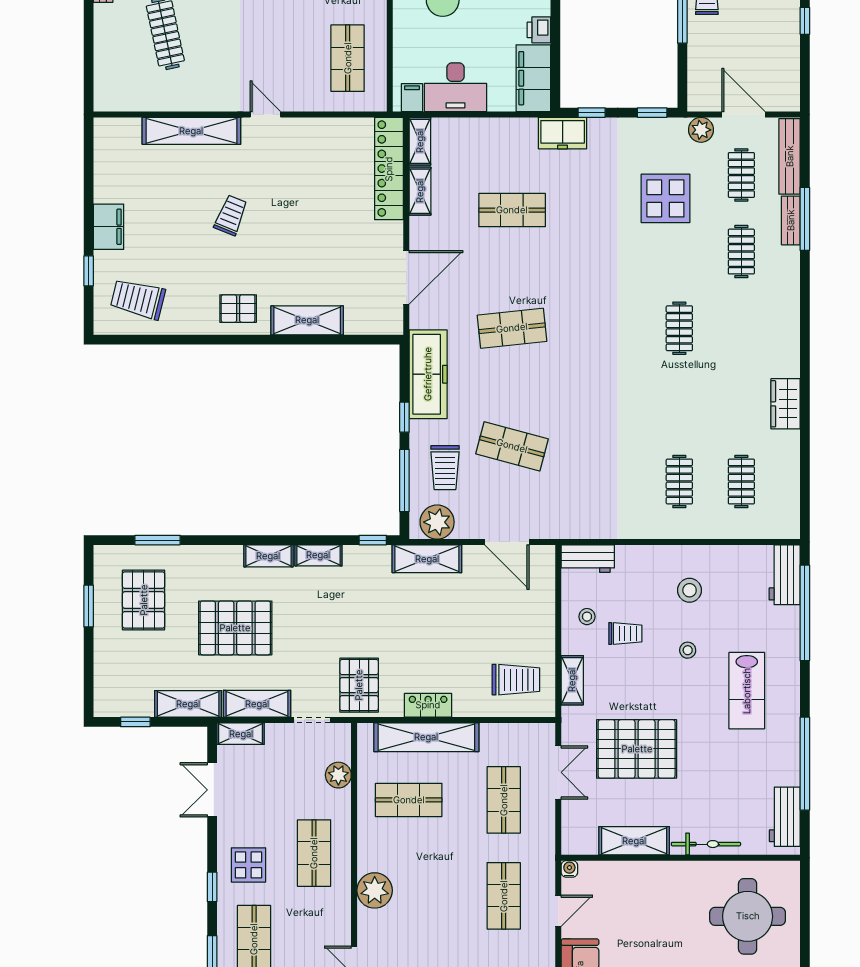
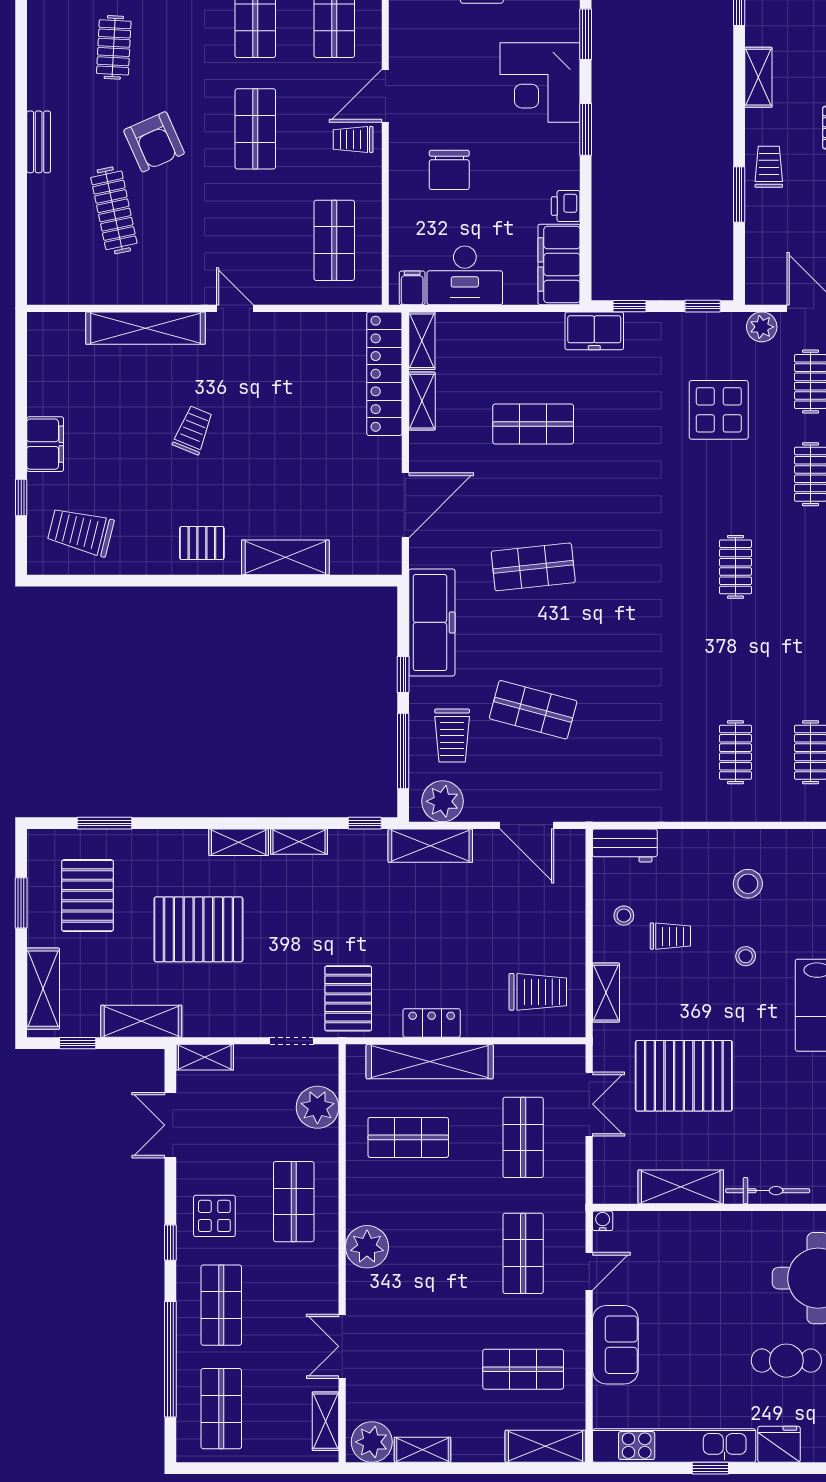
shelving: (257, 704) -> (43, 989), moved, turned 90
plant: (338, 775) -> (317, 1107), width x1.36, depth x1.36

